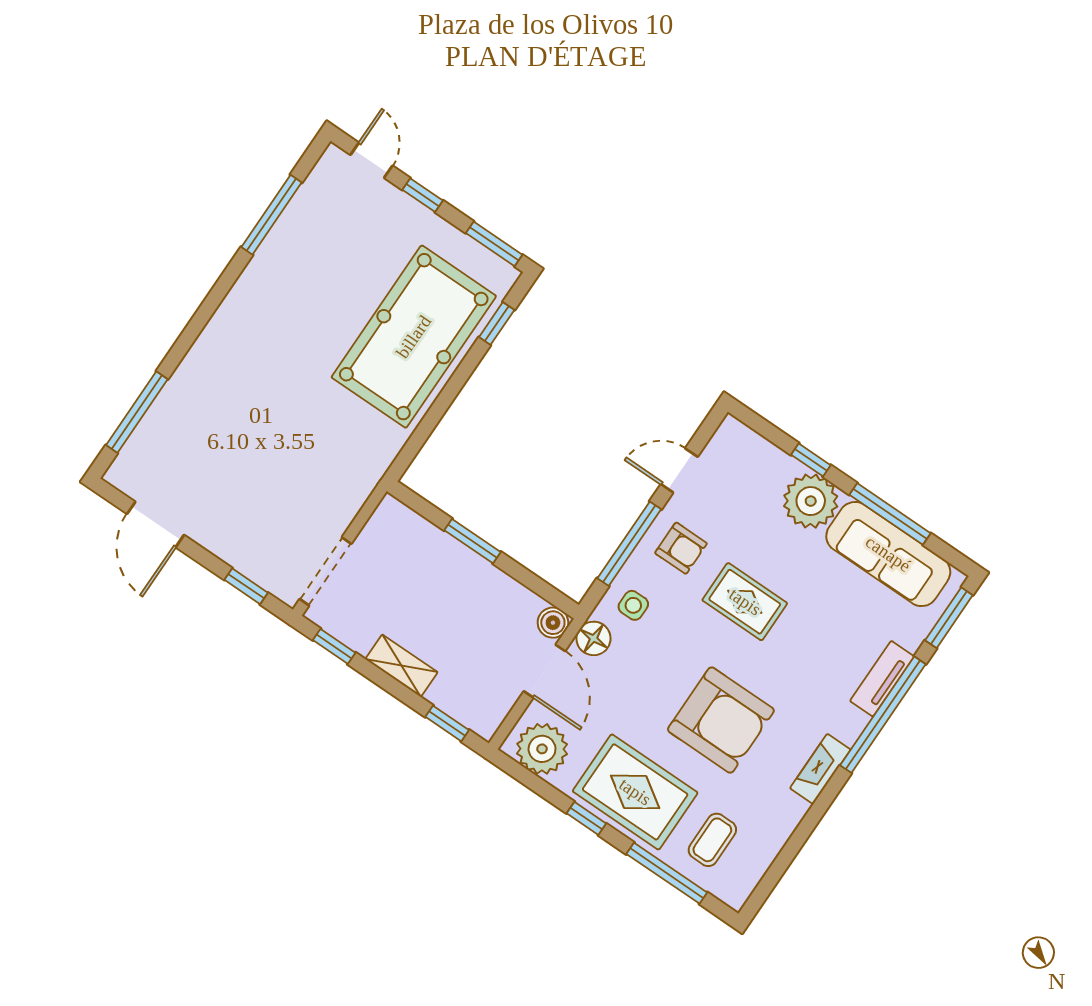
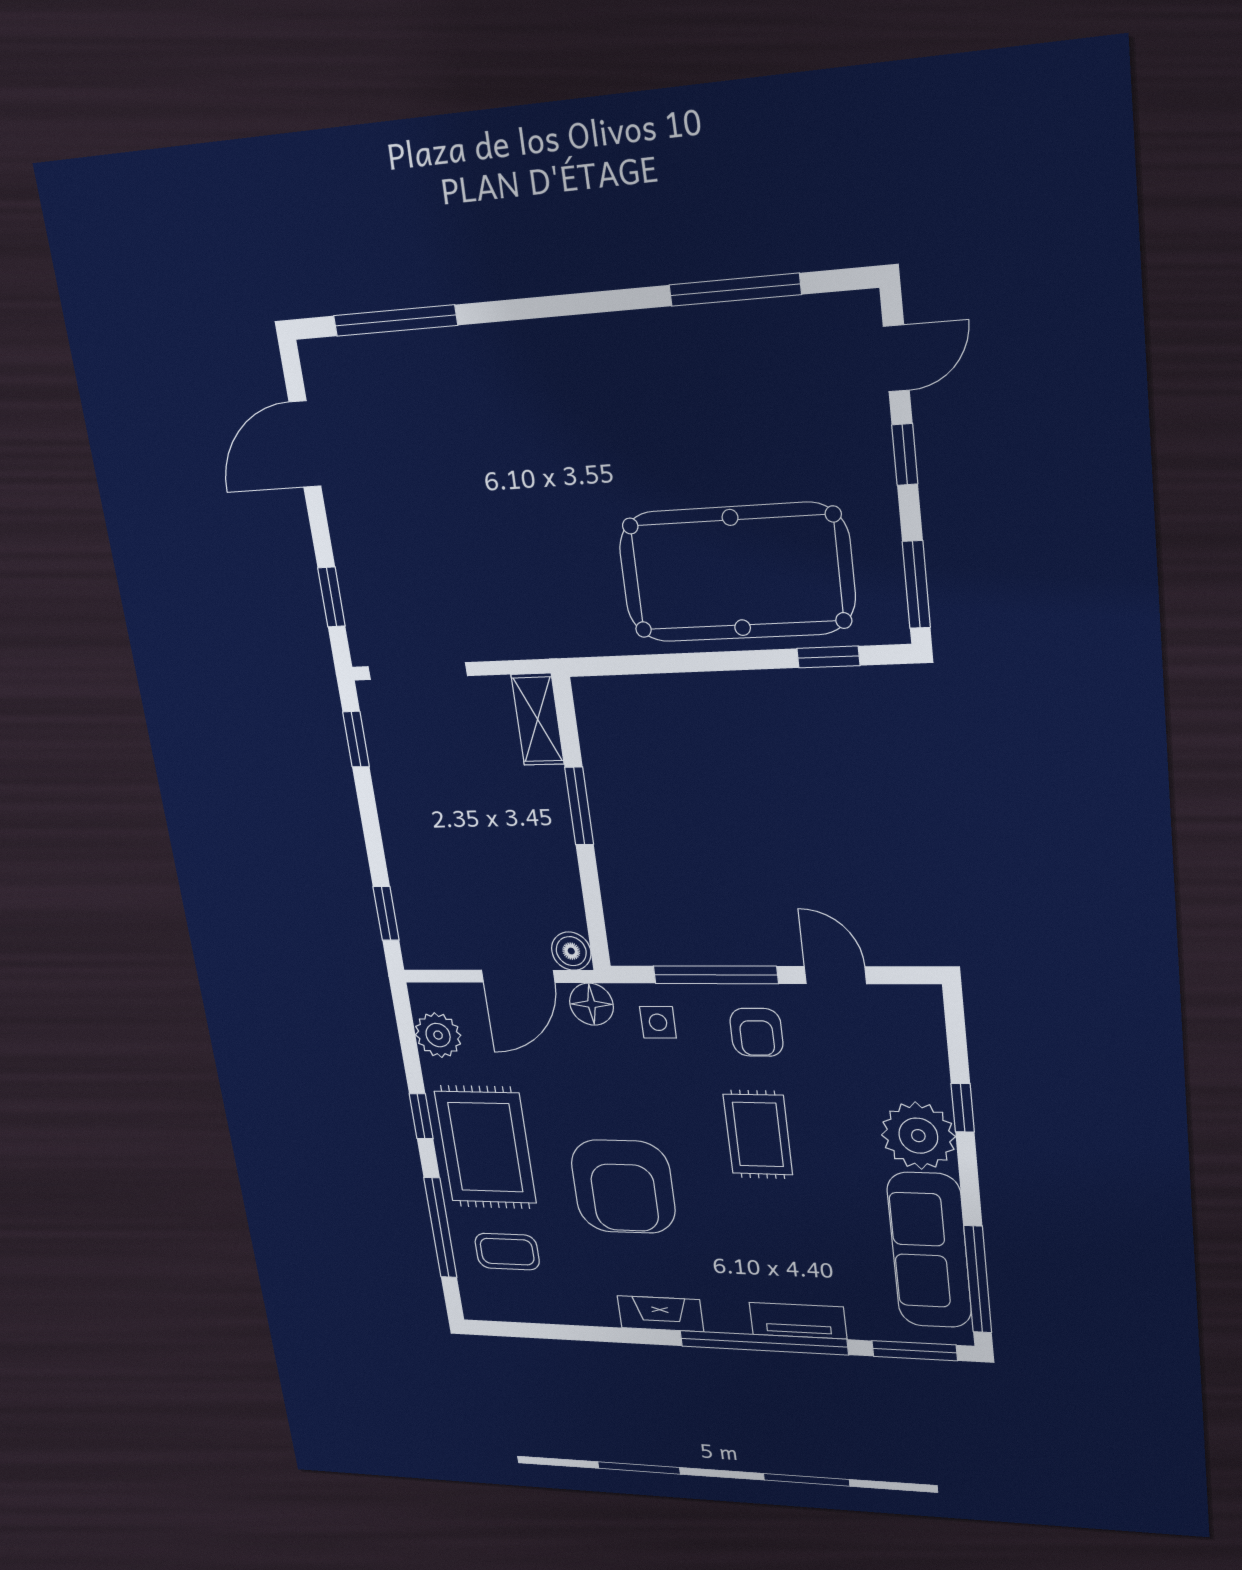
window: (890, 514) -> (978, 1279), moved
shelving: (401, 666) -> (538, 719), moved
plant: (542, 749) -> (438, 1035), width x0.73, depth x0.73

